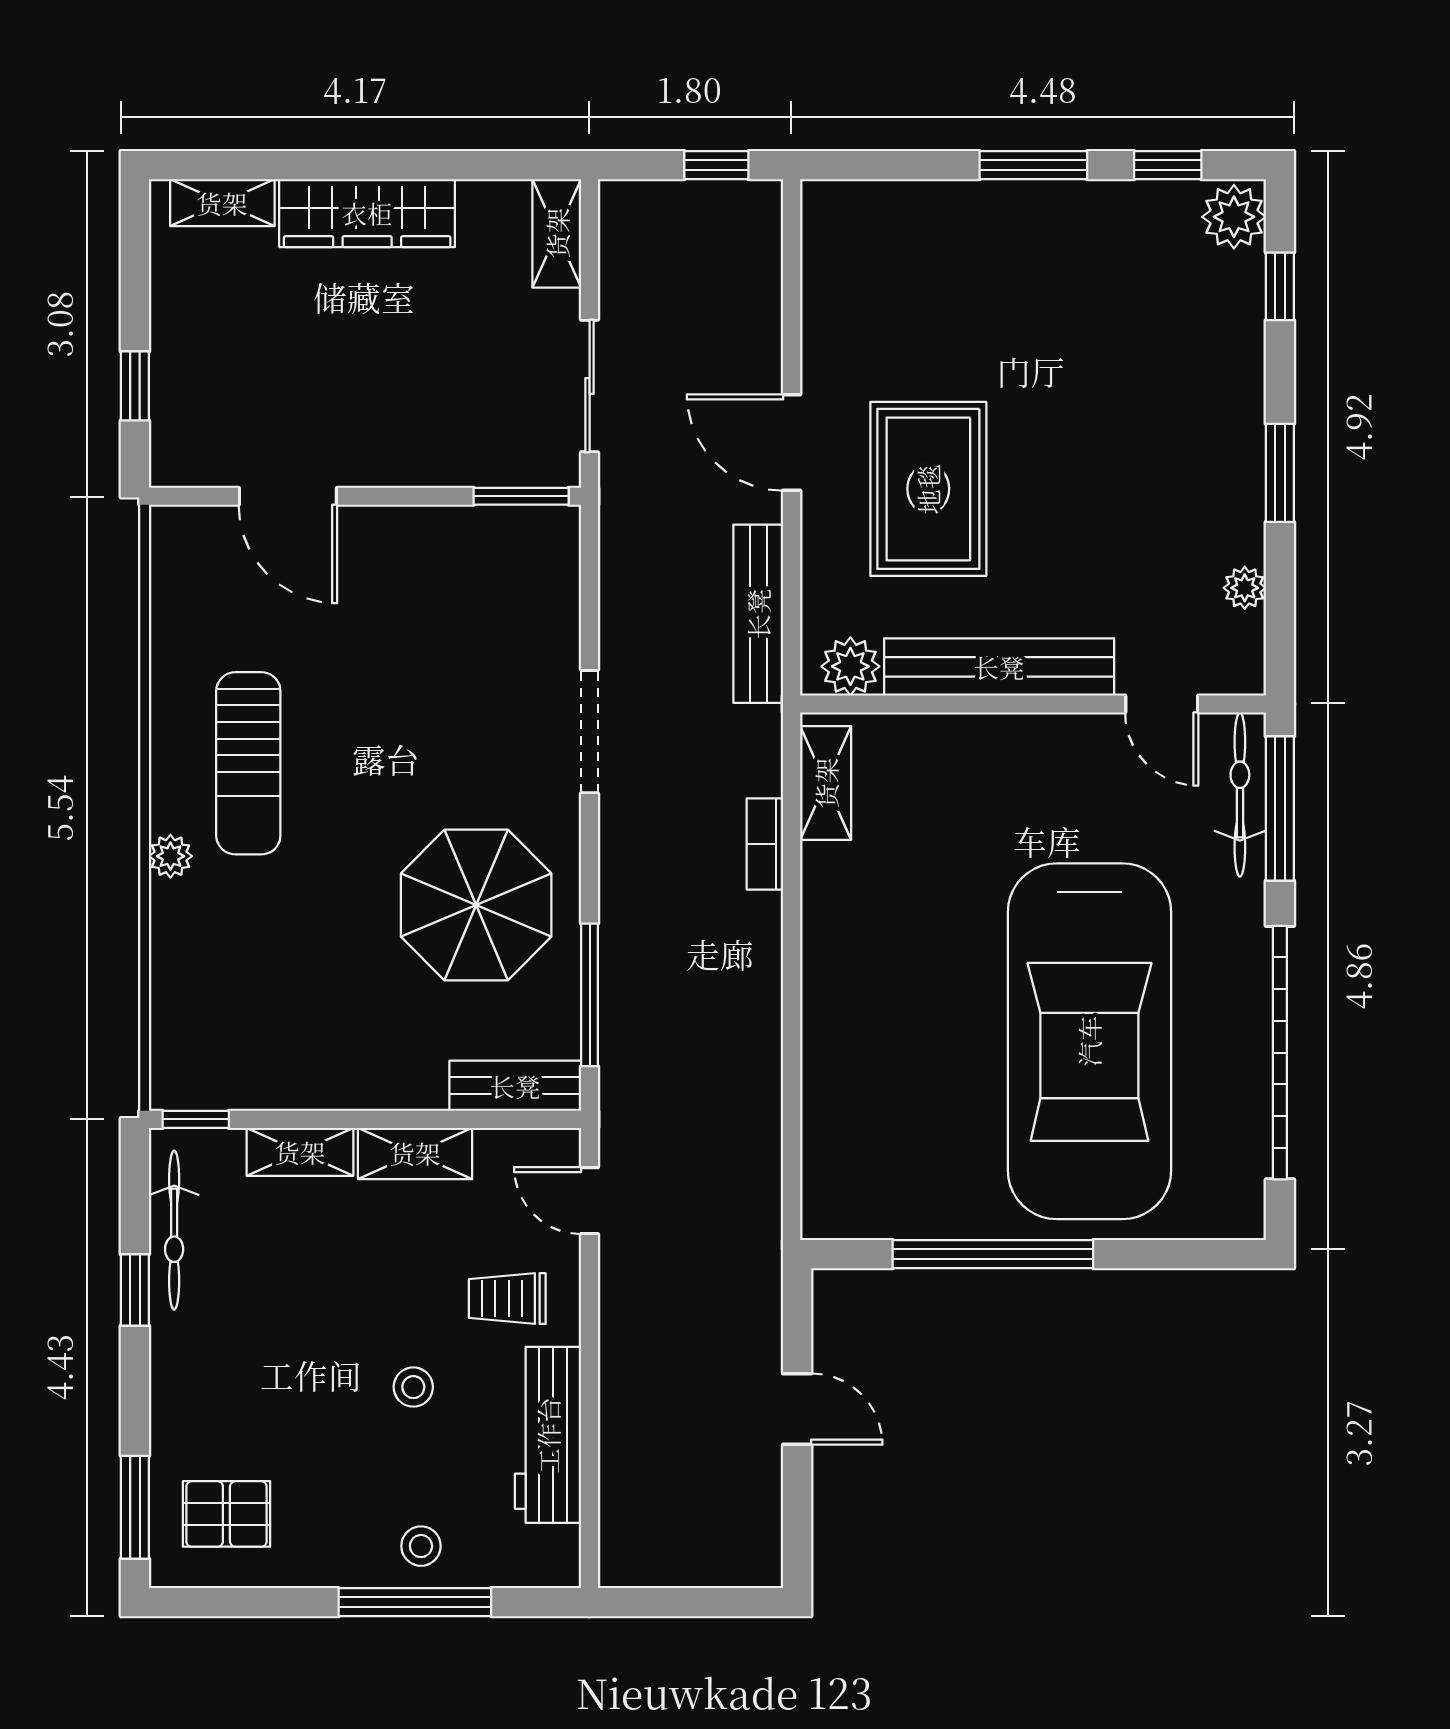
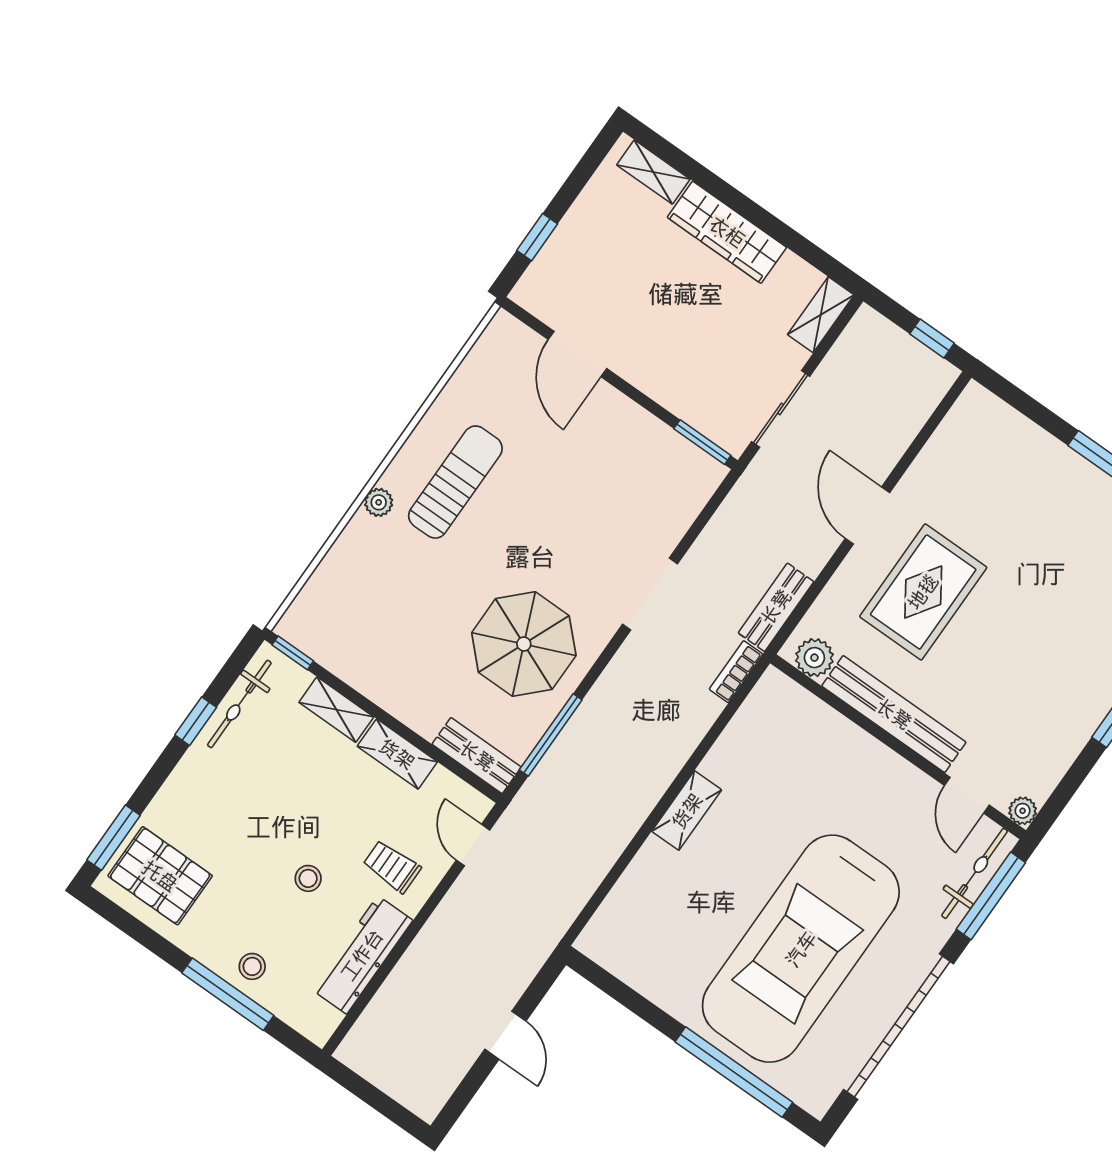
plant: (1245, 588) -> (1023, 811), moved
bench: (758, 614) -> (776, 607), width x0.73
sun lounger: (248, 763) -> (455, 482), turned 180
shelving: (826, 783) -> (687, 811), moved
bookcase: (765, 844) -> (736, 672), moved
window: (993, 1254) -> (734, 1072), moved
pallet: (226, 1514) -> (160, 876), width x1.50, depth x1.42

